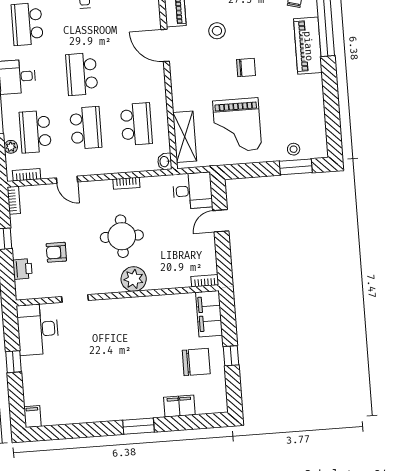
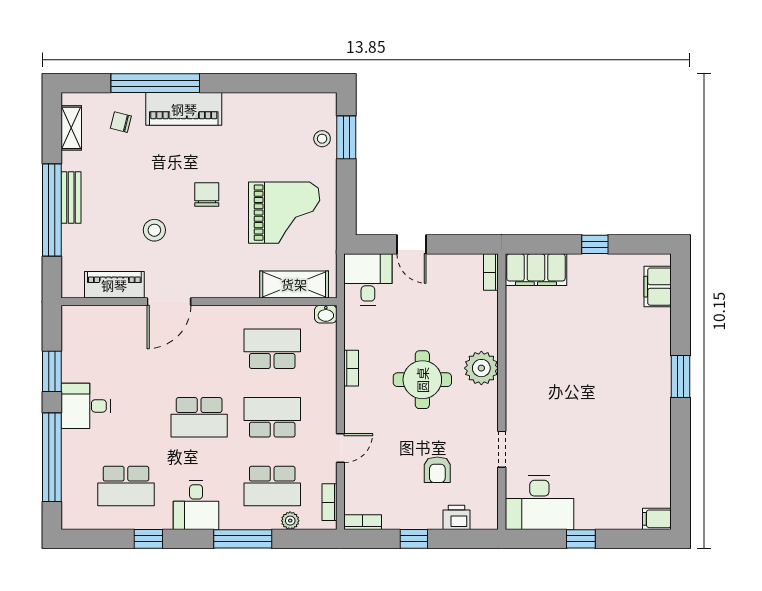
chair: (196, 362) -> (600, 292), removed
filing cabinet: (179, 406) -> (658, 287), moved

